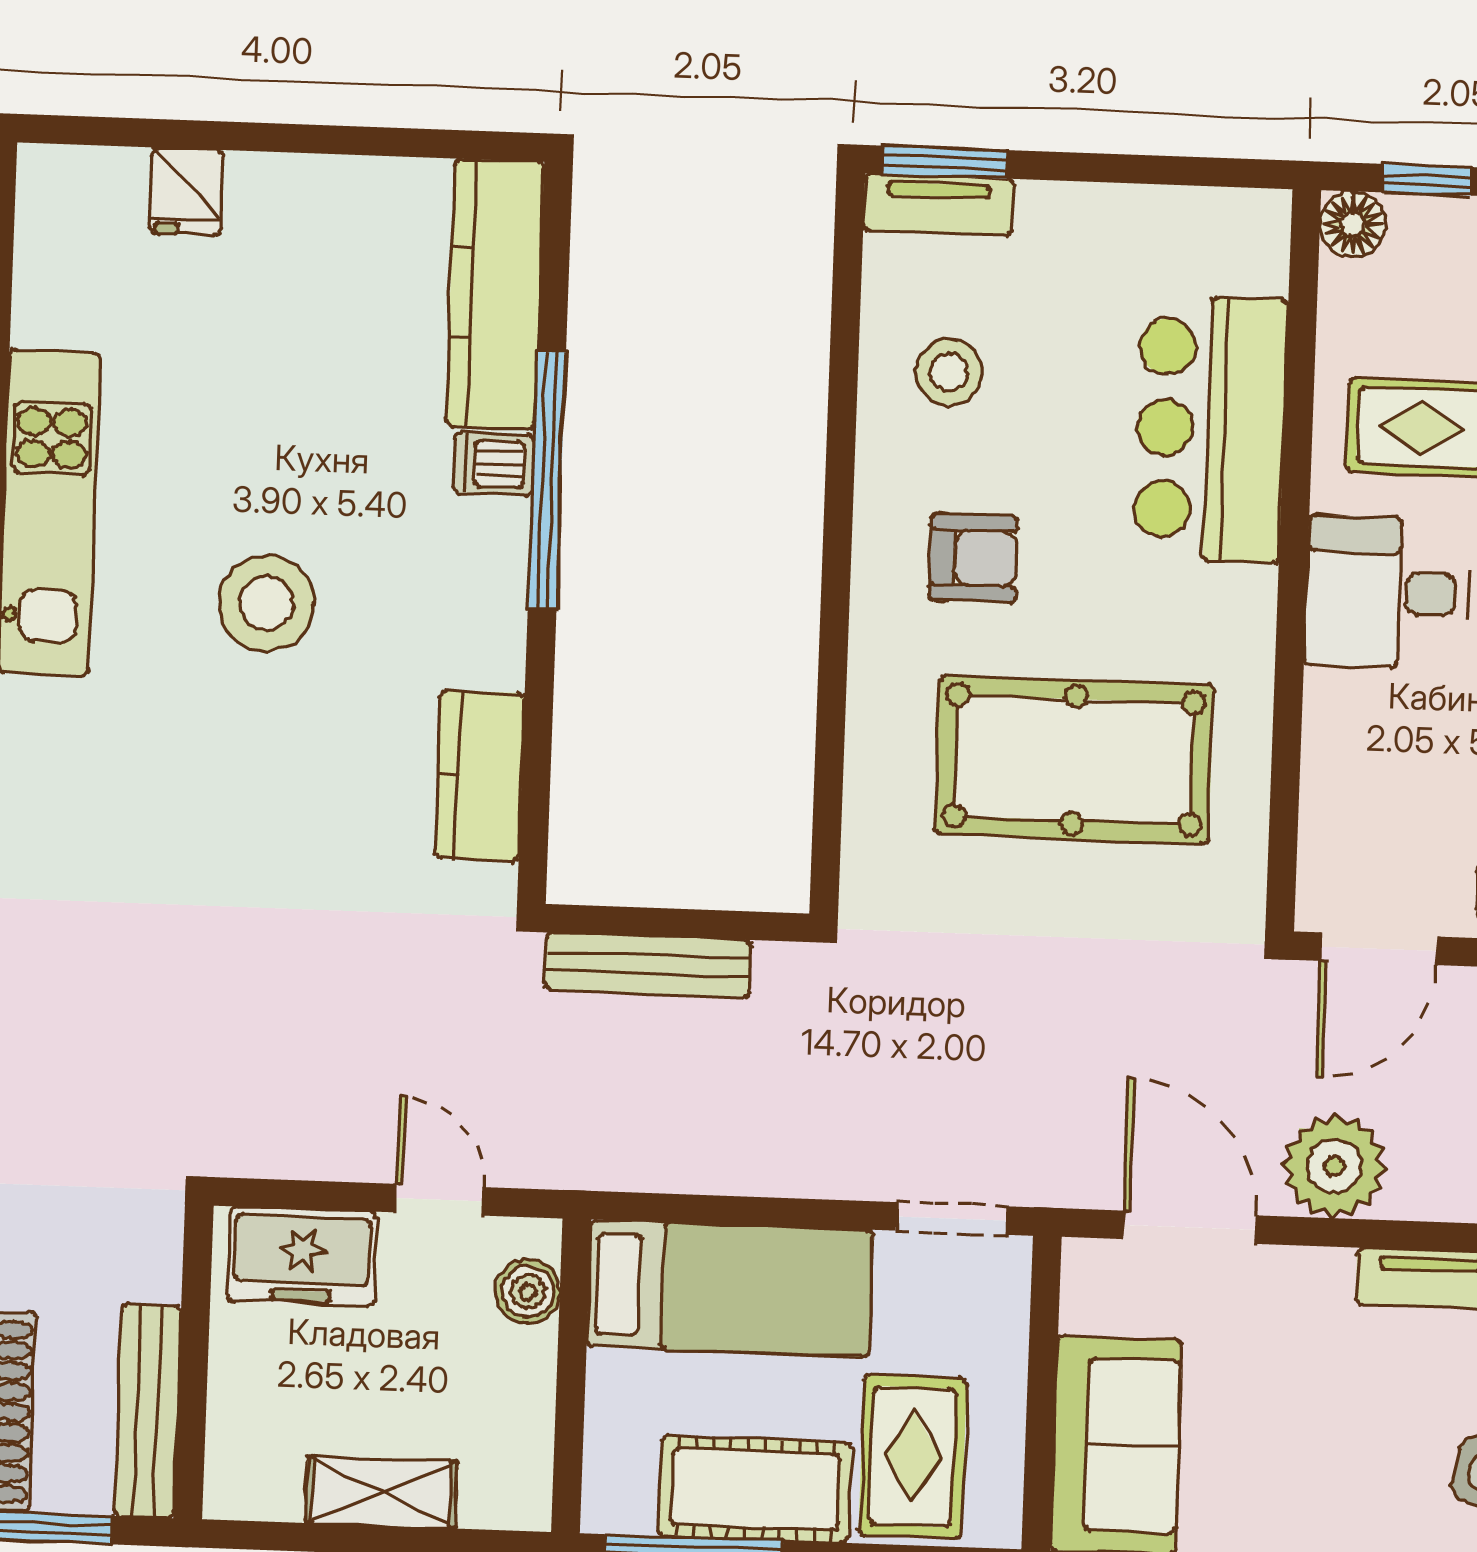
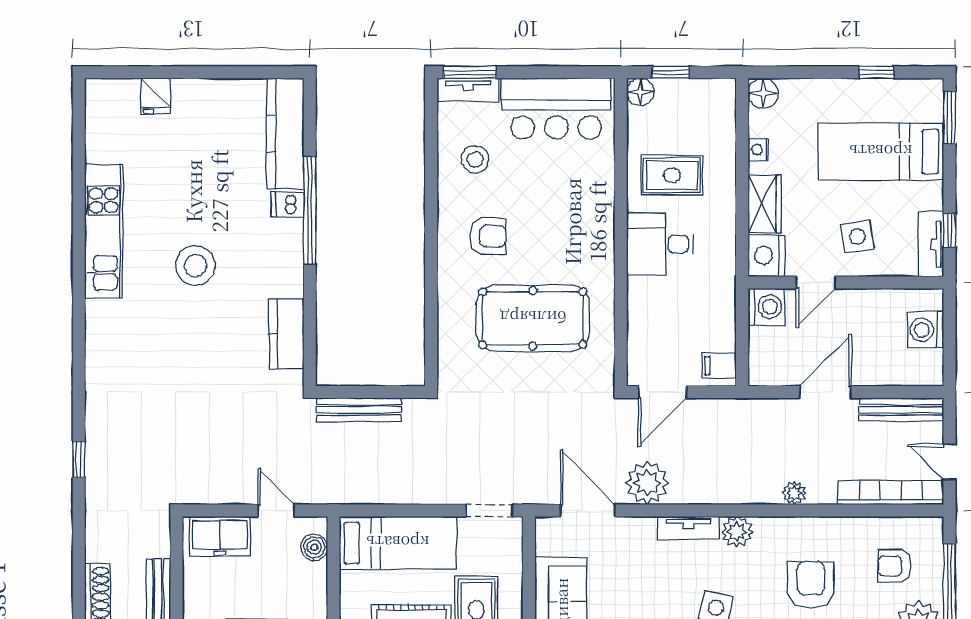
bar counter: (1210, 429) -> (556, 109), moved, turned -90

